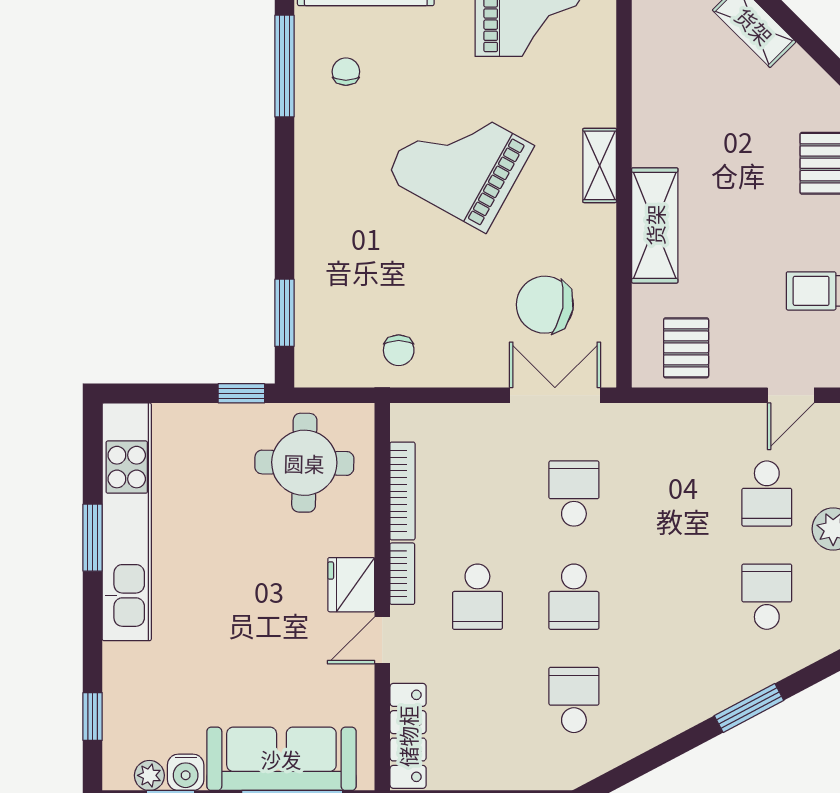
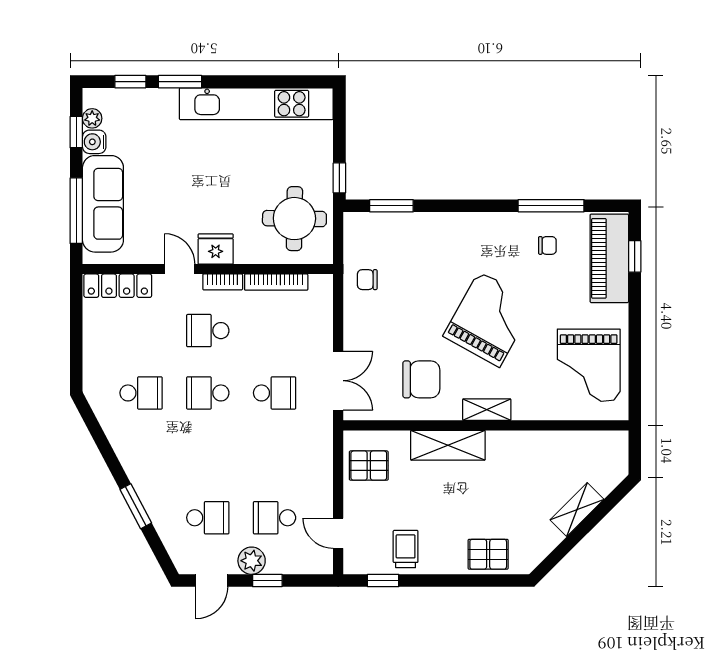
chair: (545, 305) -> (421, 379), moved, turned 80
window: (93, 538) -> (180, 82), moved

